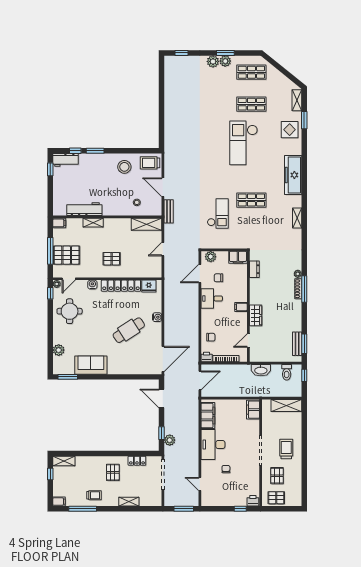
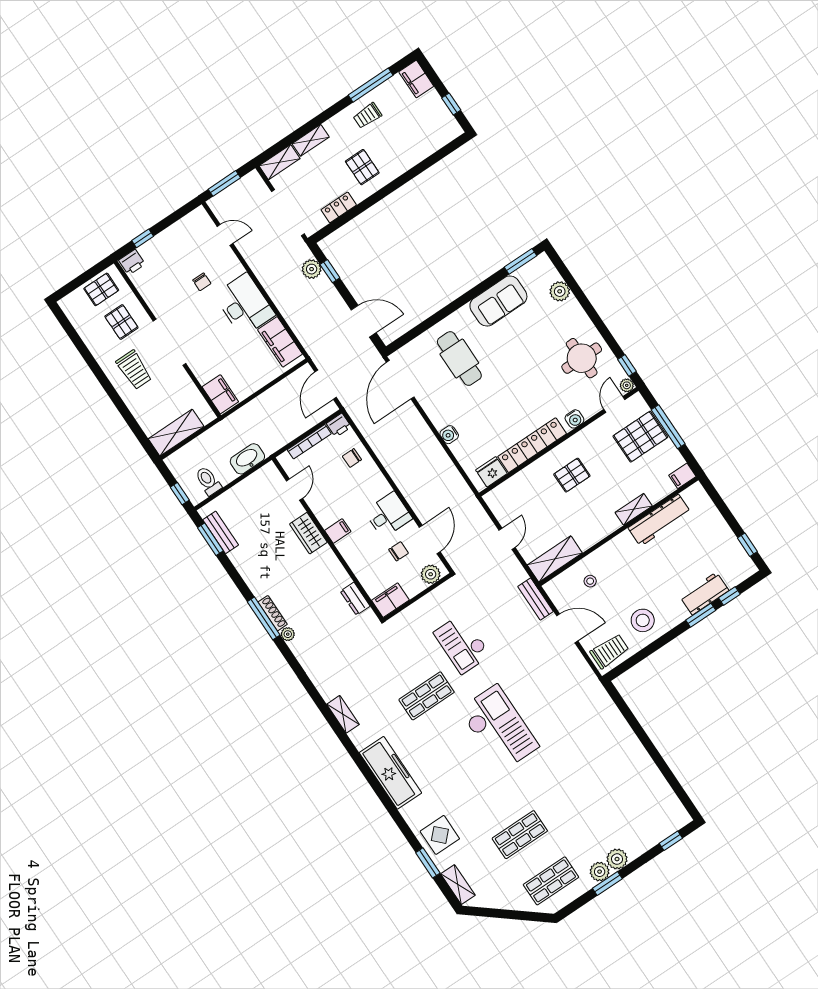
checkout: (244, 143) -> (499, 728), moved
workbench: (66, 160) -> (704, 594), moved
cafe table: (129, 330) -> (459, 359), moved, turned -57
shelving: (64, 461) -> (280, 162), moved
filing cabinet: (59, 502) -> (416, 79), width x2.00

